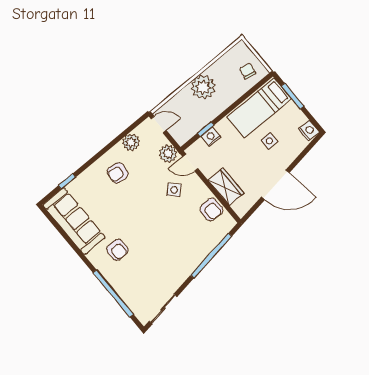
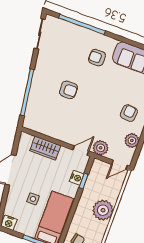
side table: (174, 190) -> (81, 124), removed
armchair: (211, 209) -> (68, 90), moved, turned 180

